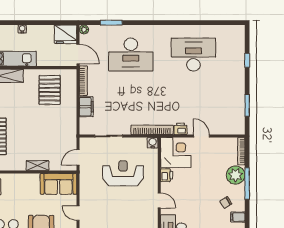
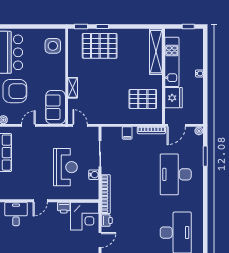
fridge: (66, 34) -> (174, 98), moved, turned 180
filing cabinet: (86, 107) -> (127, 133), width x0.50
water cooler: (153, 143) -> (94, 175), moved

